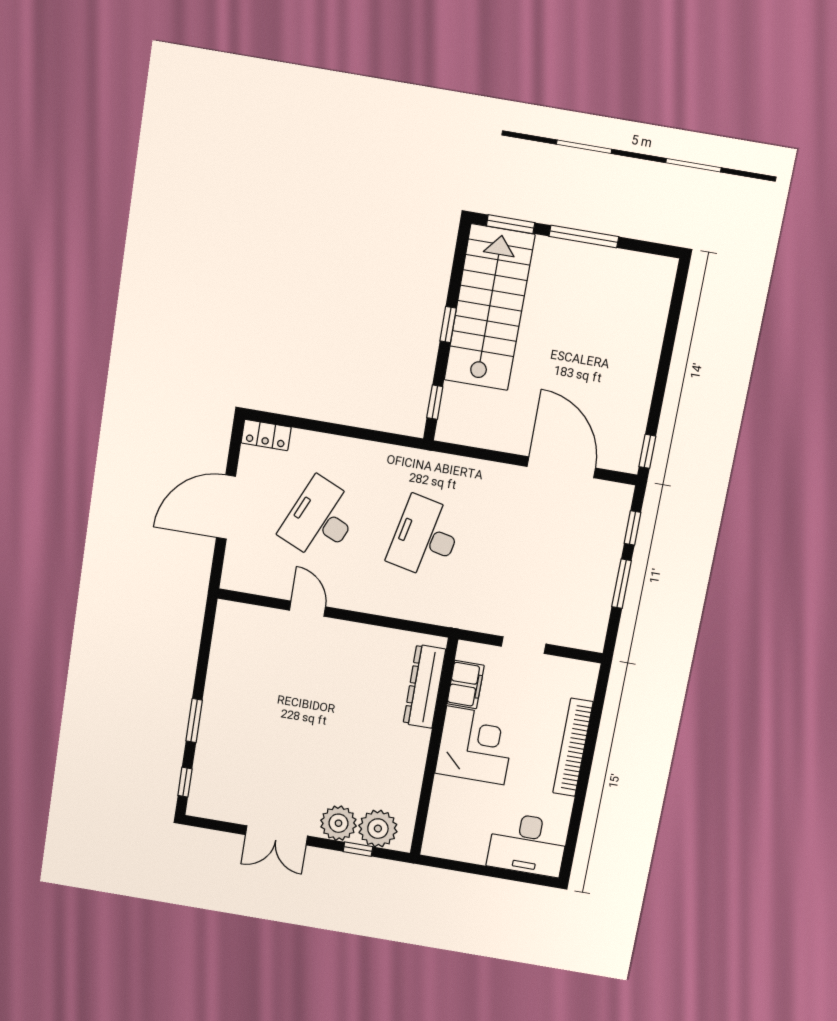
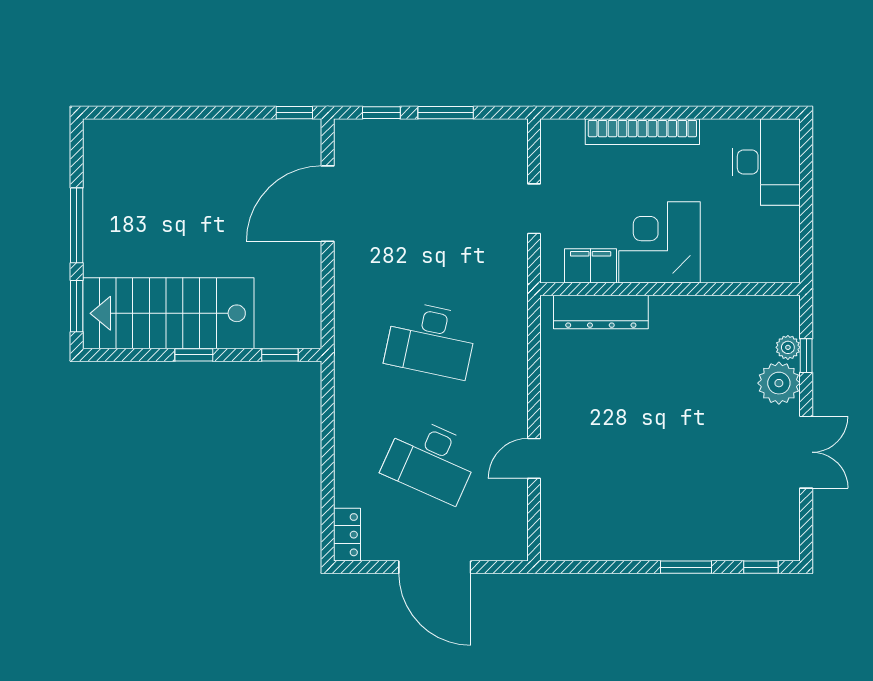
plant: (378, 829) -> (788, 347), width x0.53, depth x0.53

